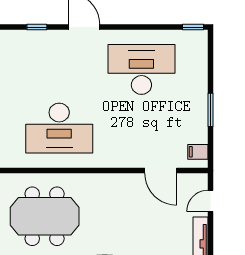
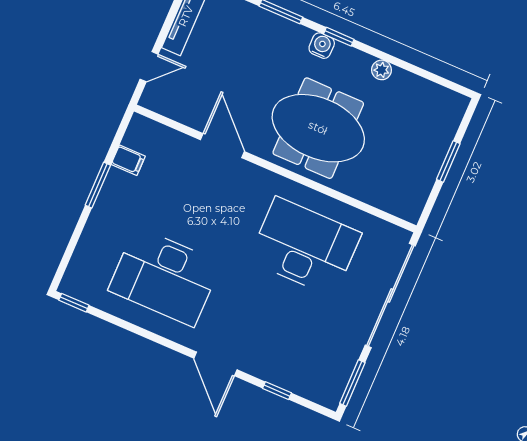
filing cabinet: (198, 152) -> (128, 160), moved
door: (161, 170) -> (222, 146), moved
meeting table: (45, 216) -> (318, 128), moved

